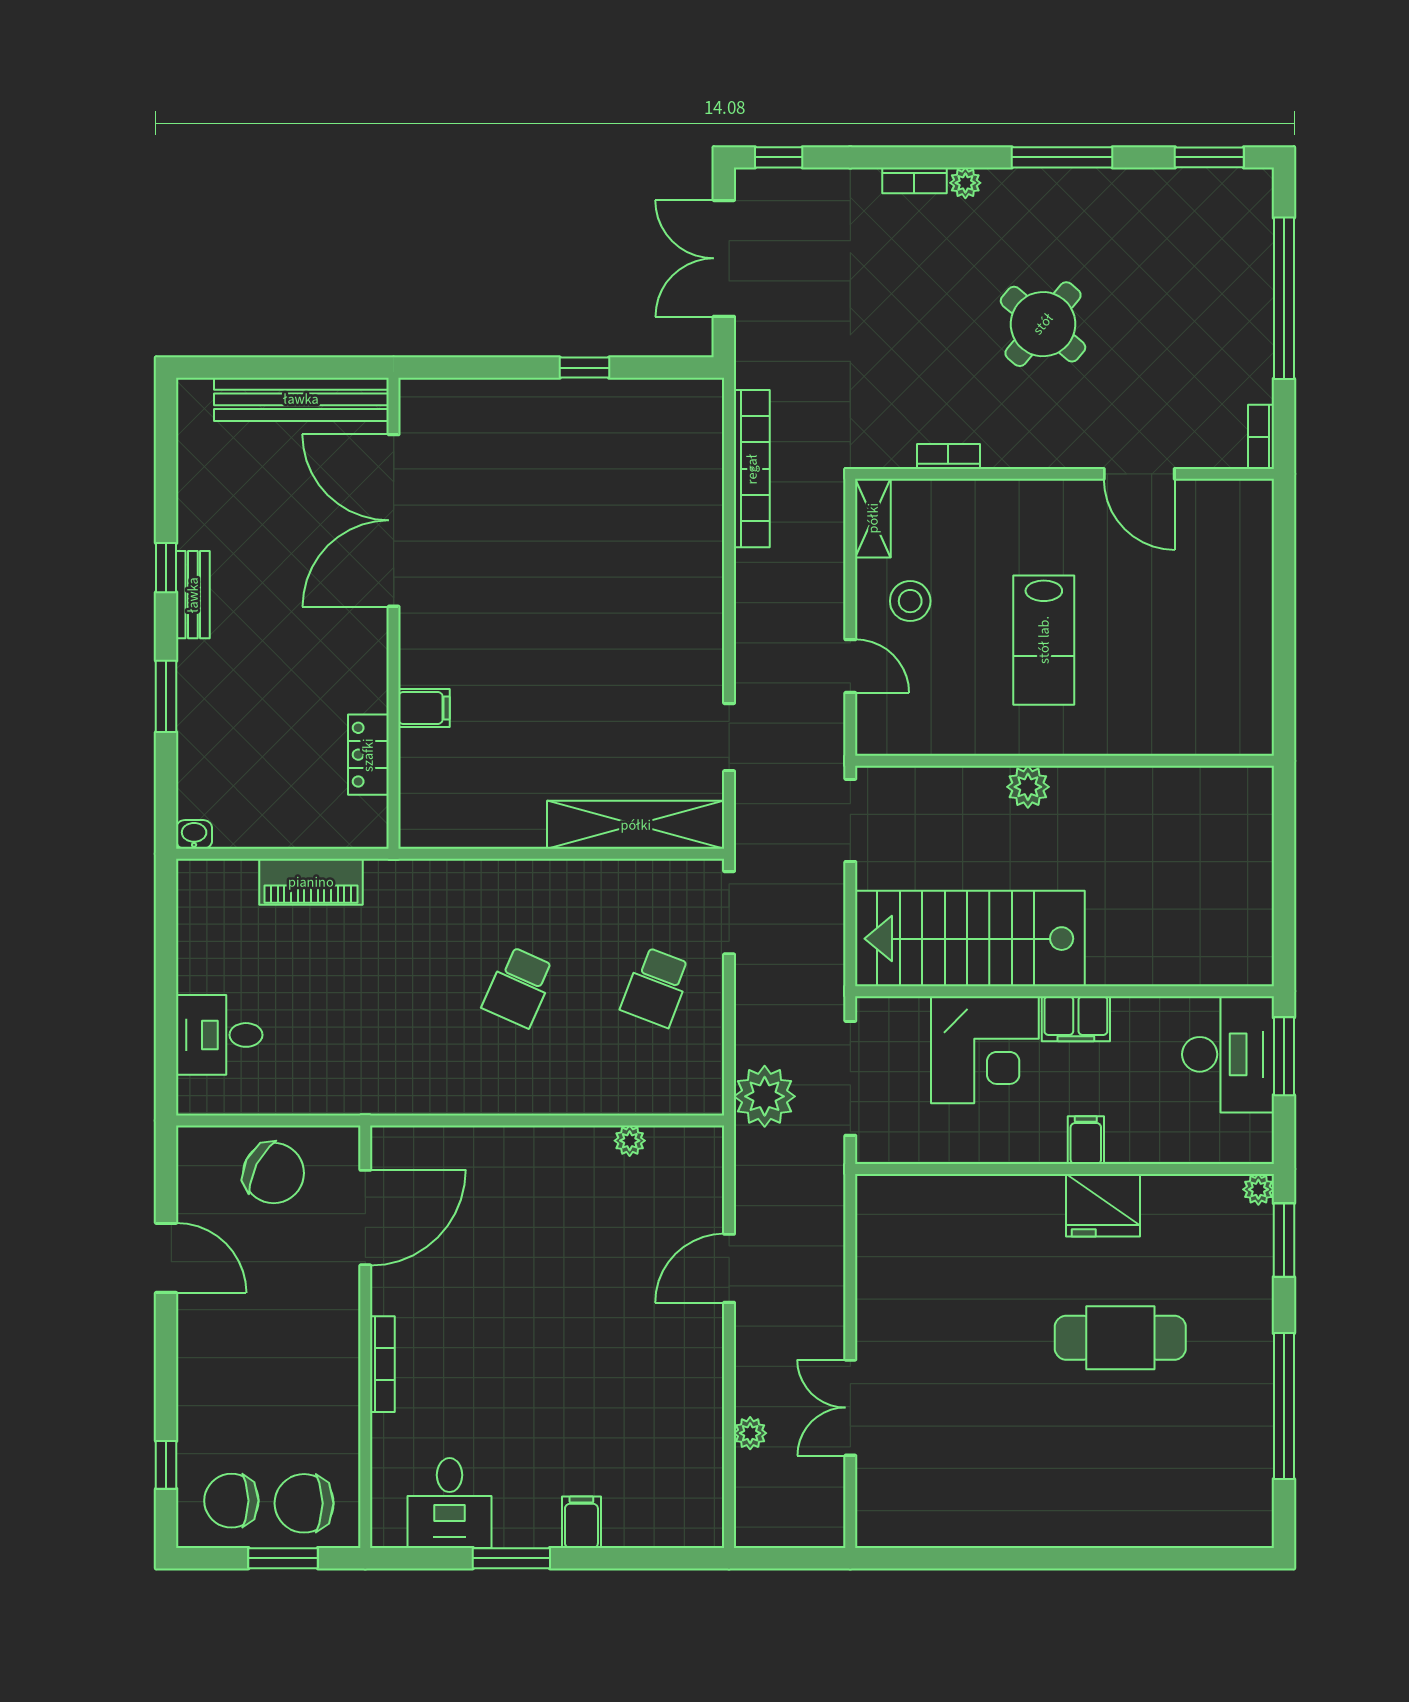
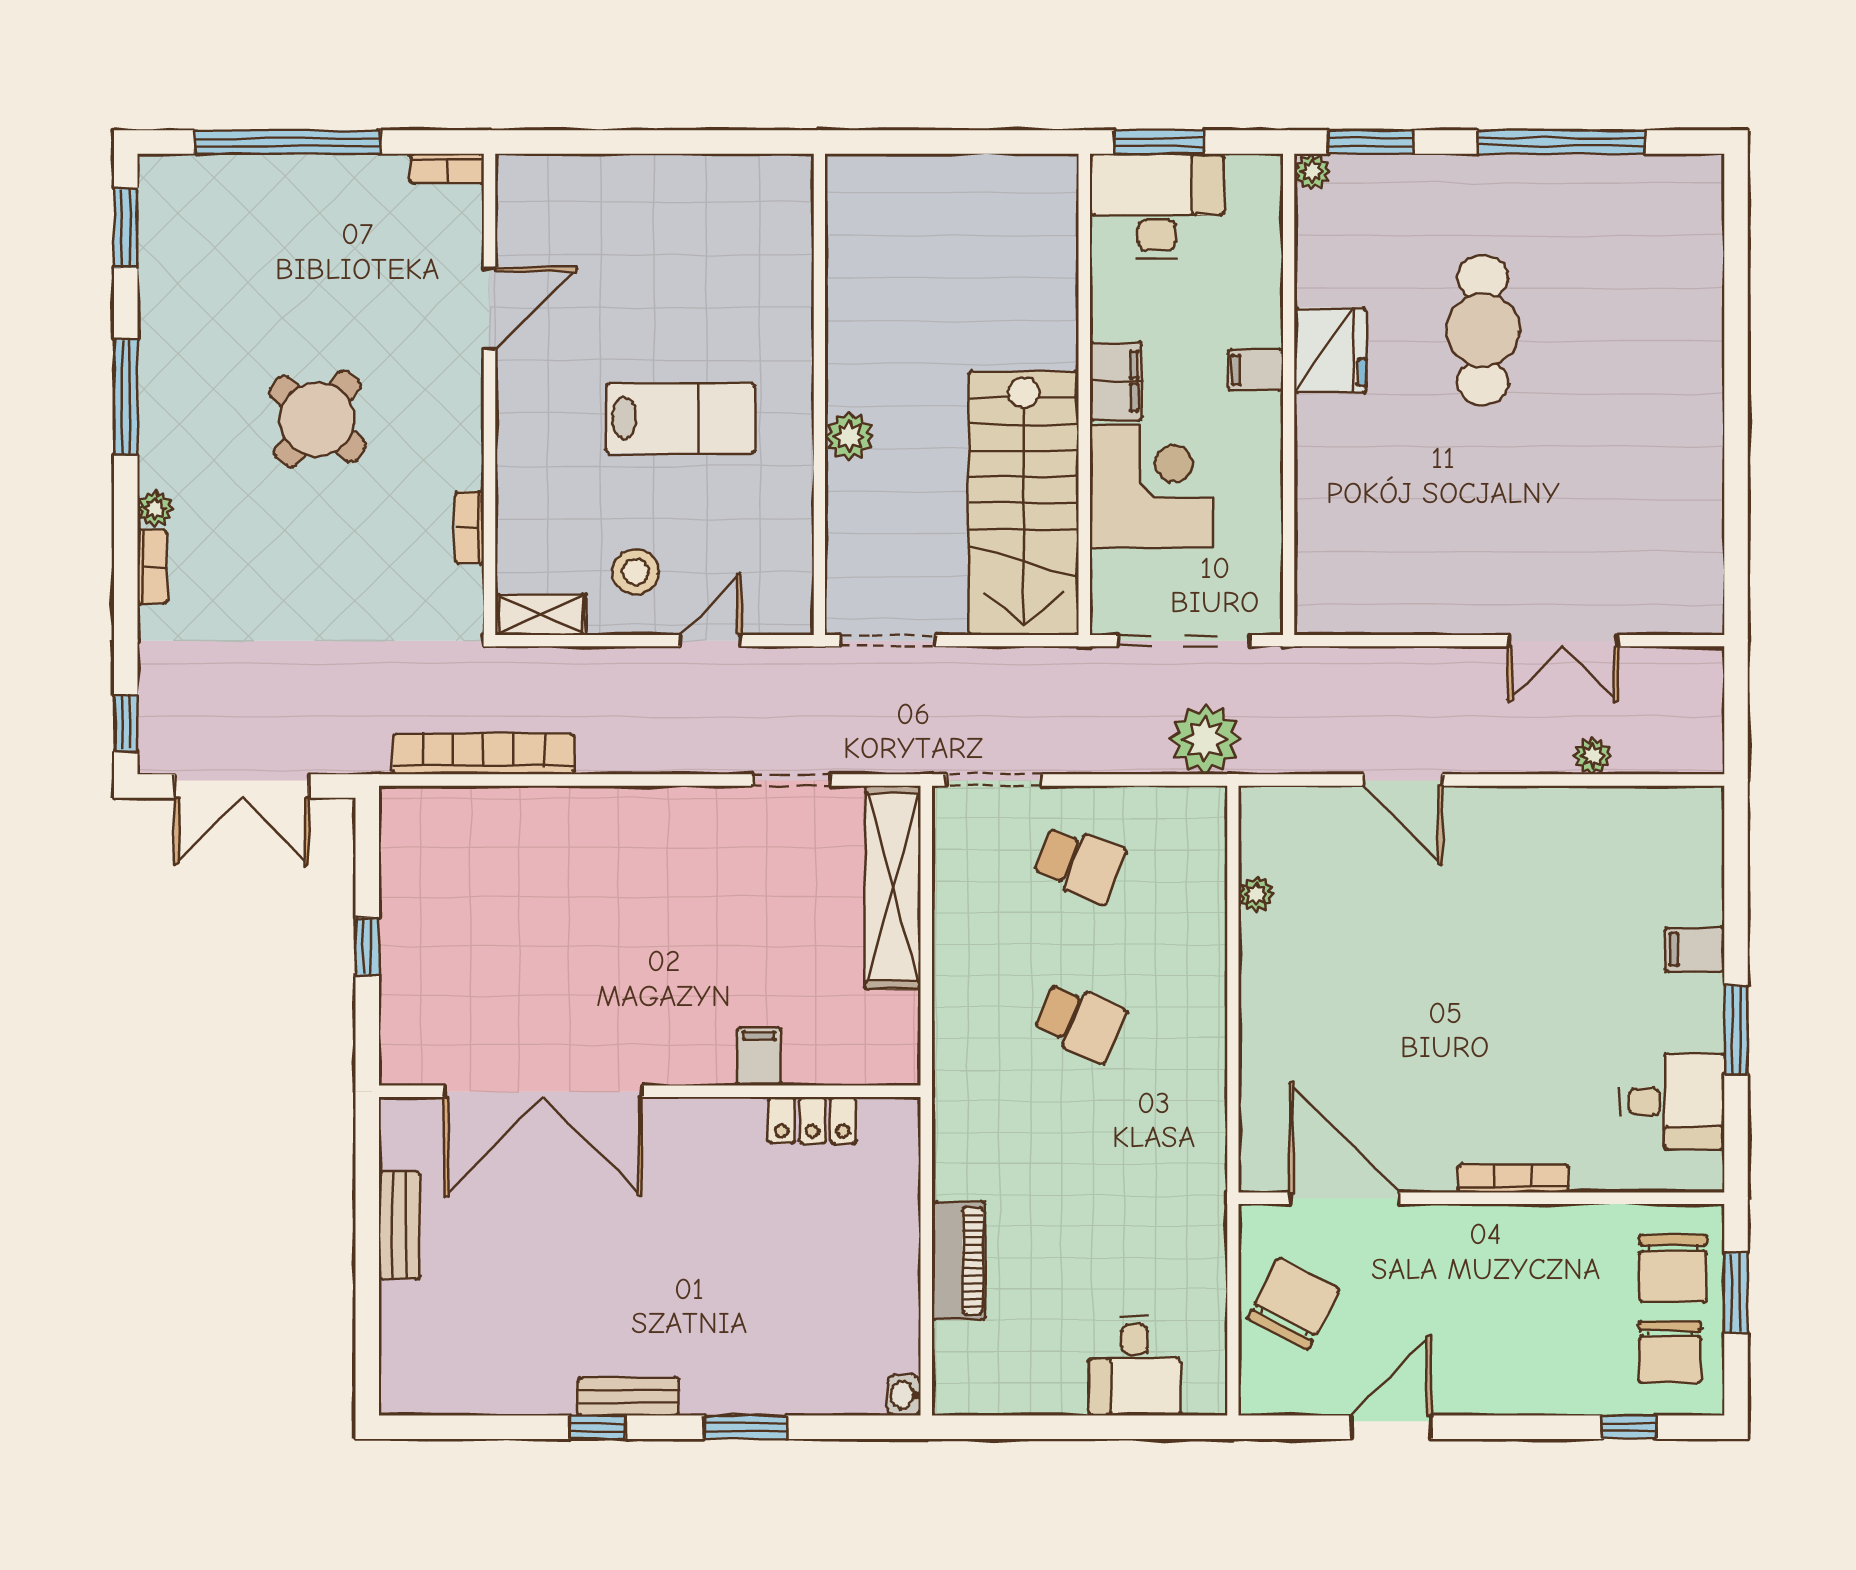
bench: (301, 399) -> (399, 1225), width x0.54, depth x0.82
double door: (394, 520) -> (543, 1091), moved
wall: (394, 613) -> (650, 1091), moved
filing cabinet: (424, 708) -> (759, 1056), moved
locker: (368, 755) -> (812, 1120), moved

